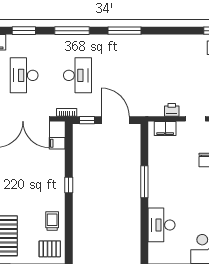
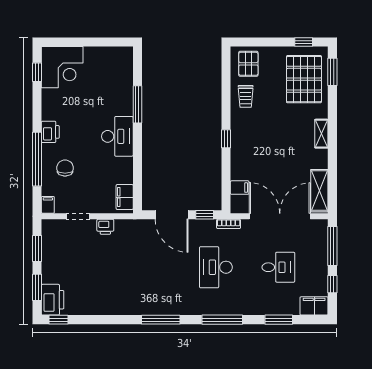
desk: (24, 75) -> (278, 267), width x0.73
filing cabinet: (165, 129) -> (125, 197), moved, turned -90
window: (144, 182) -> (137, 104), moved
desk: (162, 225) -> (117, 136), moved
pallet: (50, 249) -> (248, 64), turned 90

